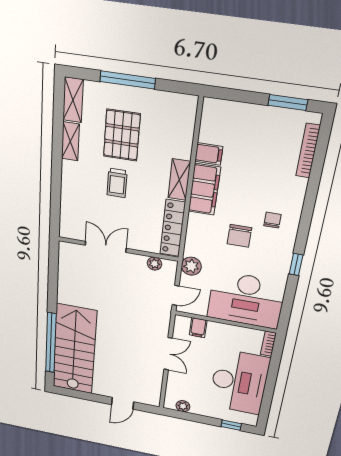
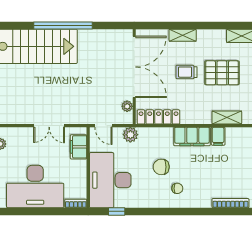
shelving: (70, 141) -> (183, 35), moved
shelving: (179, 180) -> (227, 118), moved
double door: (106, 247) -> (134, 67), width x1.87
window: (296, 265) -> (117, 211), moved
filing cabinet: (198, 328) -> (78, 147), width x2.00
window: (51, 343) -> (63, 25), moved

